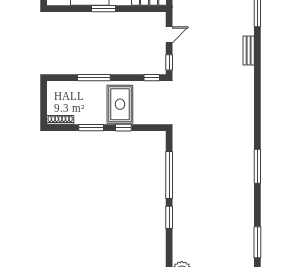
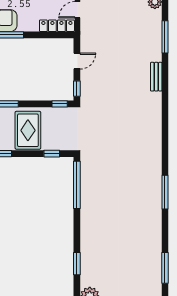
window: (123, 128) -> (52, 154), moved
window: (169, 175) -> (77, 185), moved
window: (169, 217) -> (77, 264), moved

